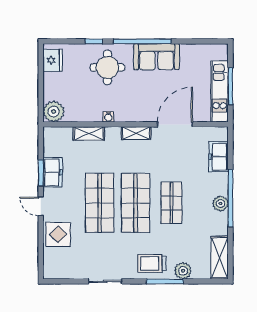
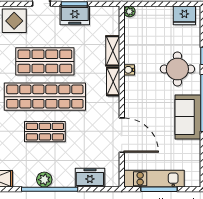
plant: (54, 112) -> (129, 11), width x0.53, depth x0.53
shelving: (136, 133) -> (113, 82), moved
shop shelf: (136, 203) -> (45, 97), width x1.40

